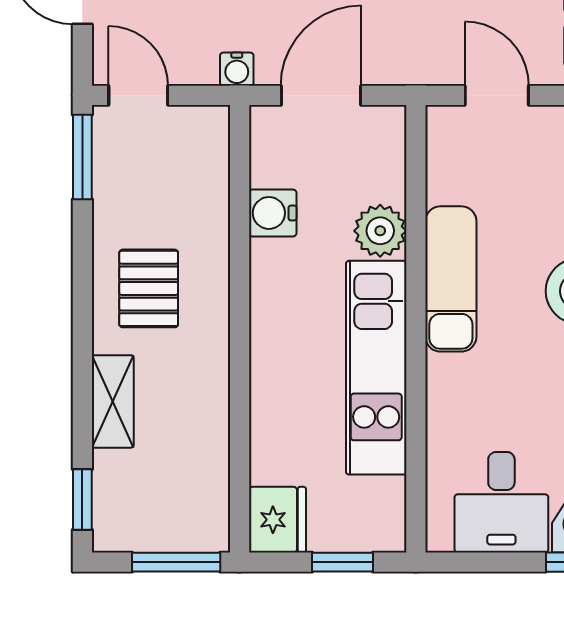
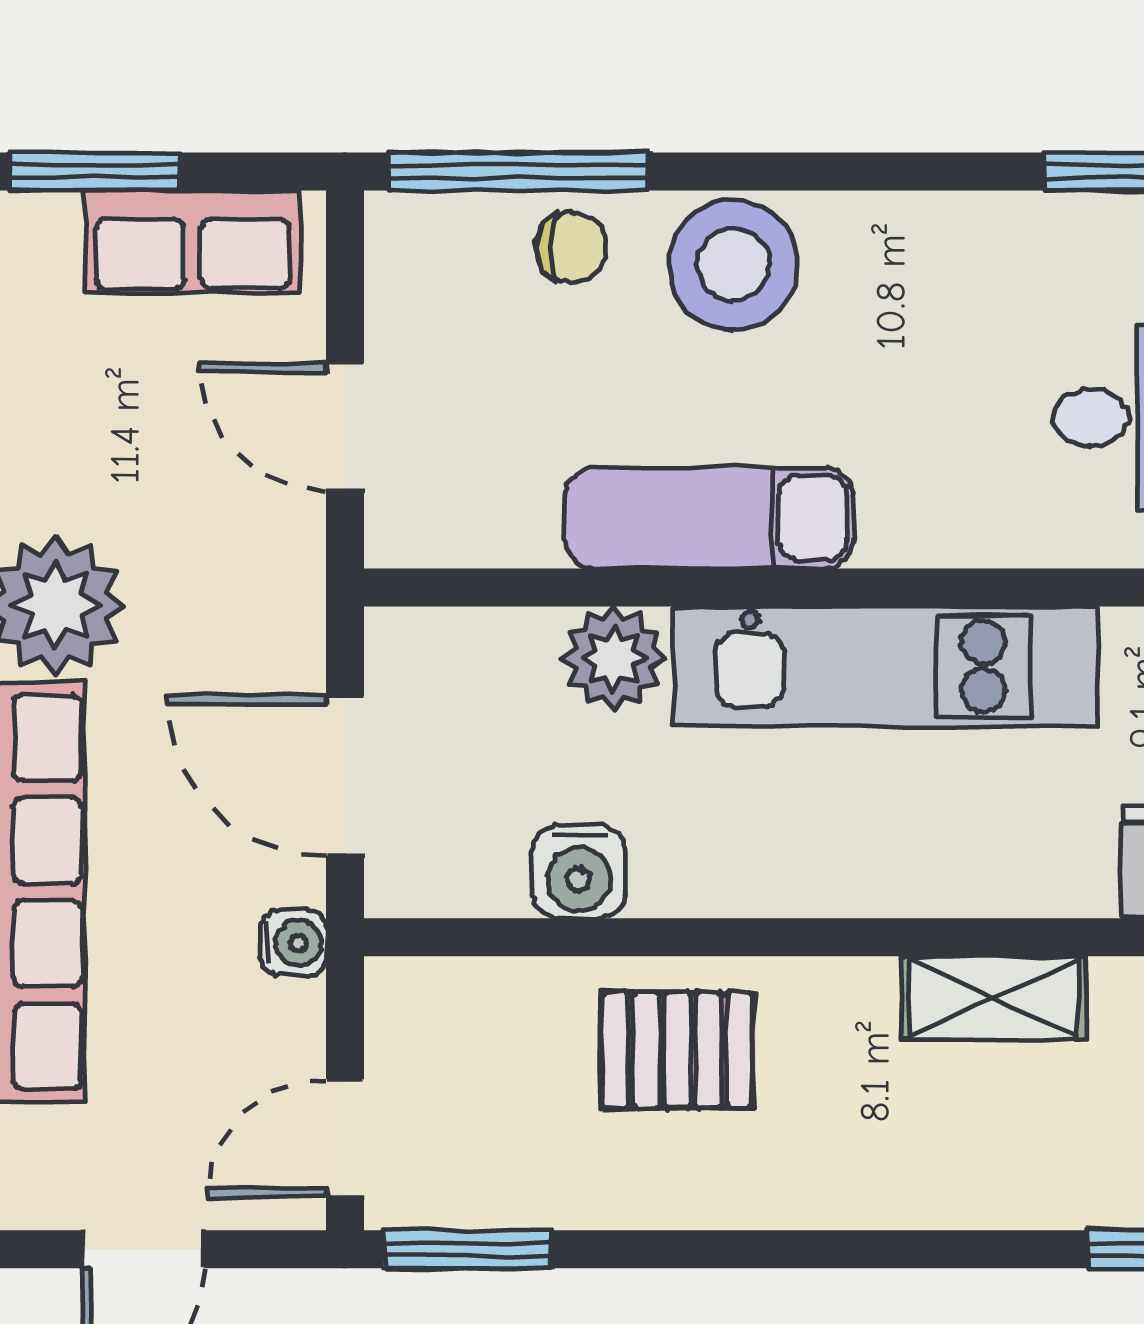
door: (497, 95) -> (345, 427), hinge flipped
pallet: (149, 288) -> (678, 1050), moved
shelving: (113, 401) -> (994, 998), moved

